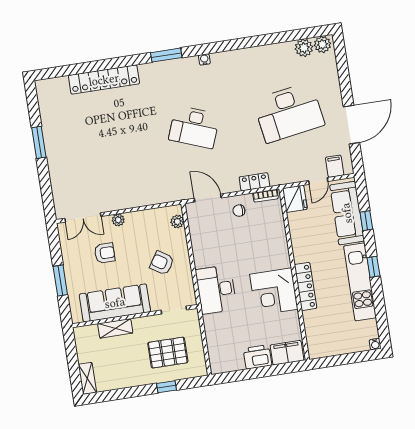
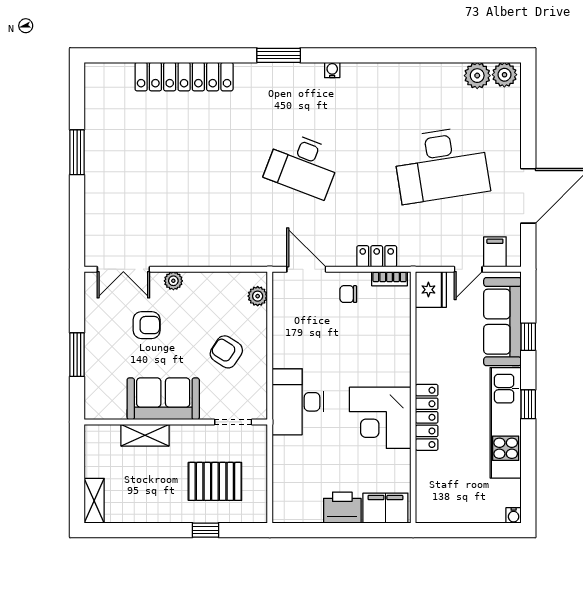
sofa: (115, 303) -> (163, 399), width x0.73

